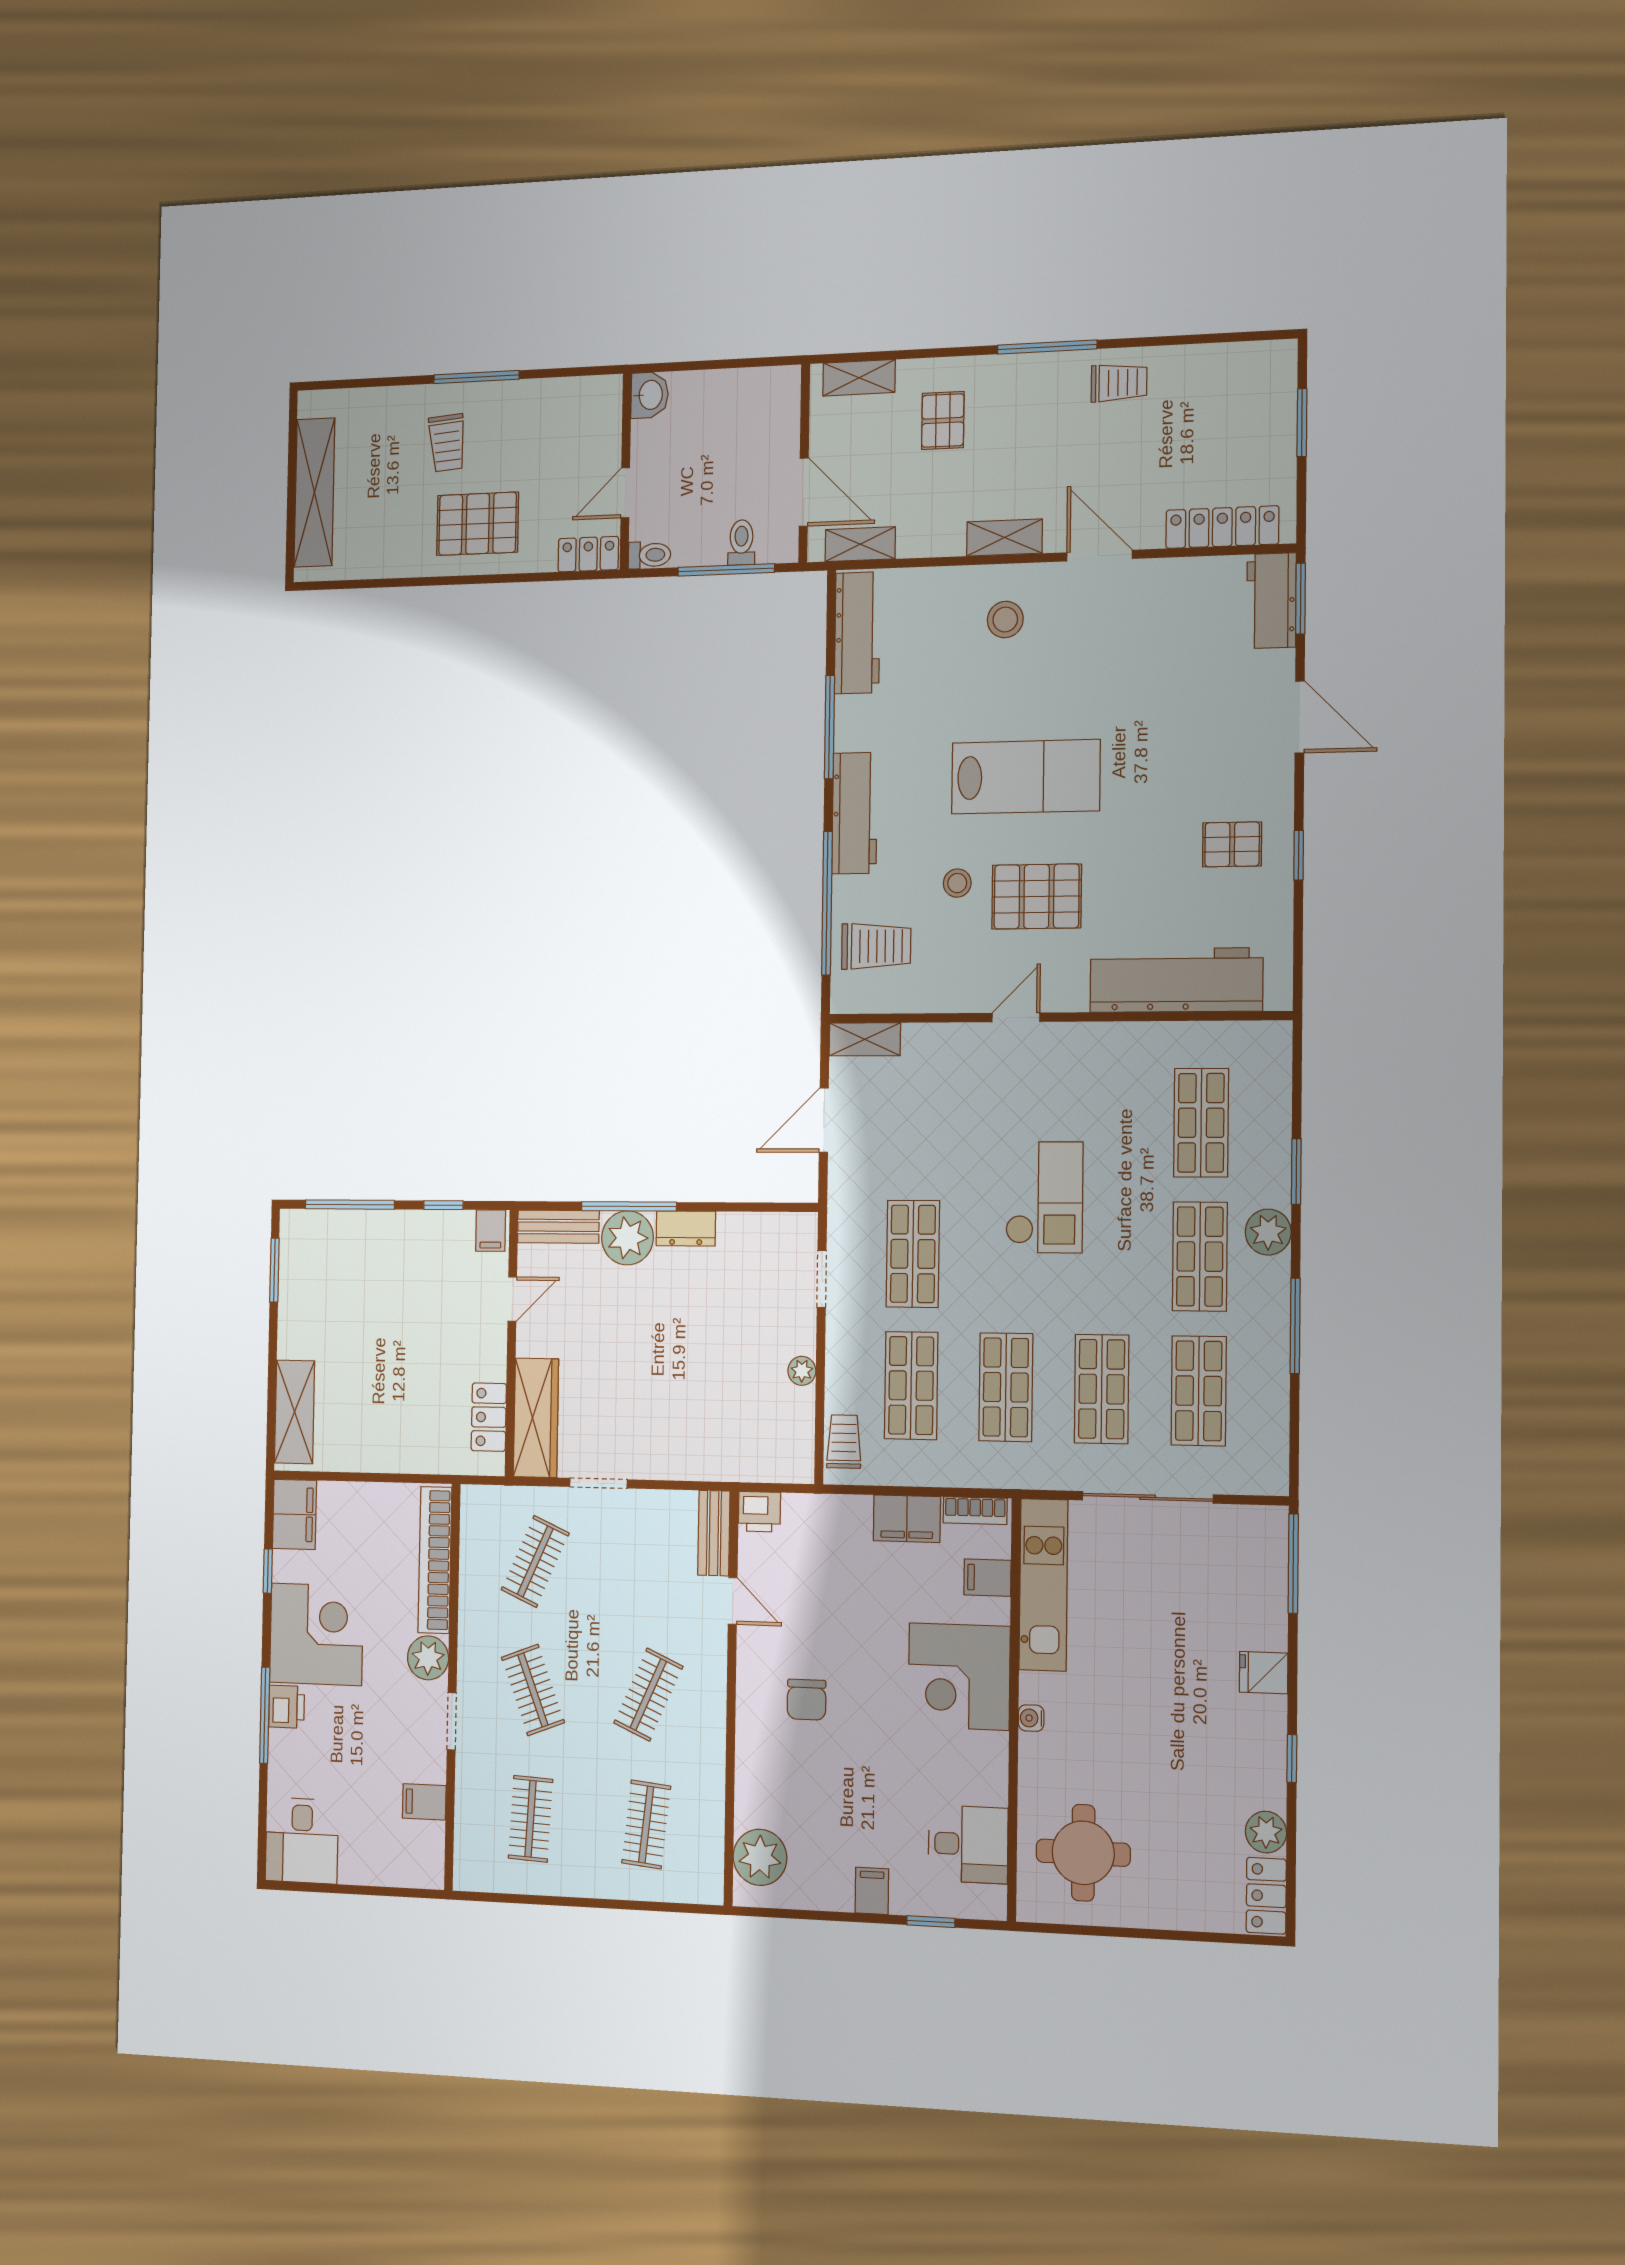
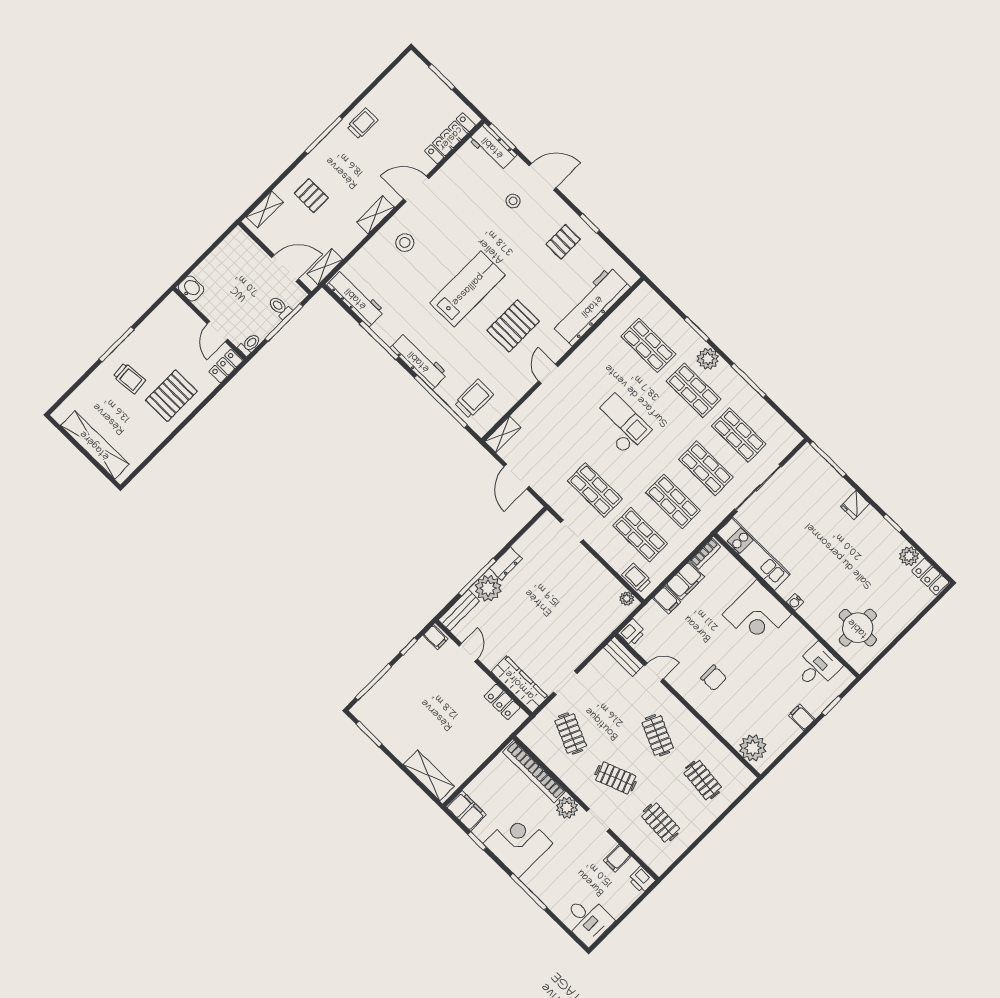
stool: (957, 883) -> (513, 201), moved
plant: (802, 1371) -> (627, 599), moved
filing cabinet: (987, 1578) -> (667, 600), moved, turned -90
printer: (287, 1707) -> (642, 880), moved, turned 180

